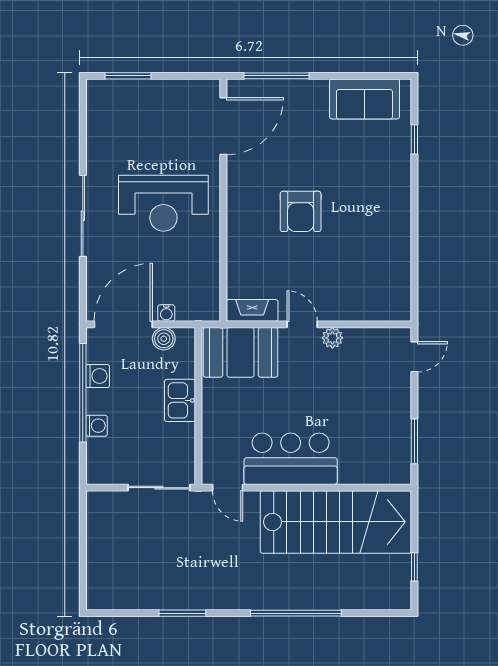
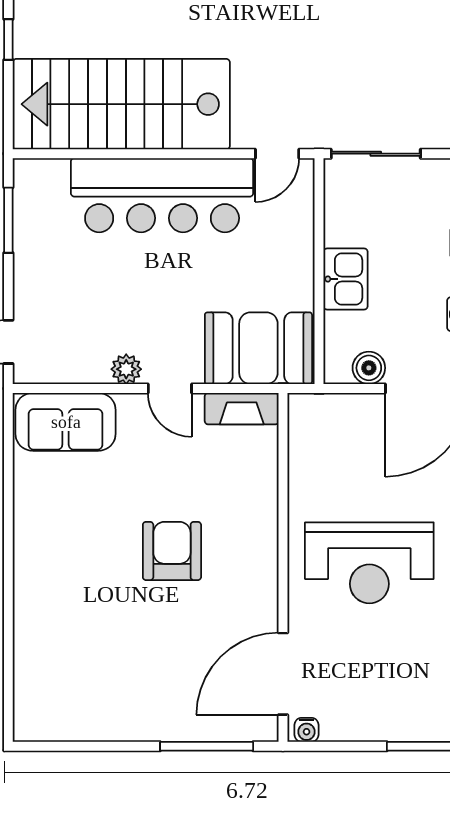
sofa: (364, 99) -> (66, 422), moved, turned 180
window: (414, 139) -> (8, 655), removed
reception desk: (163, 203) -> (369, 563), turned 180
water cooler: (166, 313) -> (307, 730), moved, turned 180
bar counter: (291, 459) -> (162, 195), width x1.36
door: (228, 488) -> (277, 154), swing flipped

